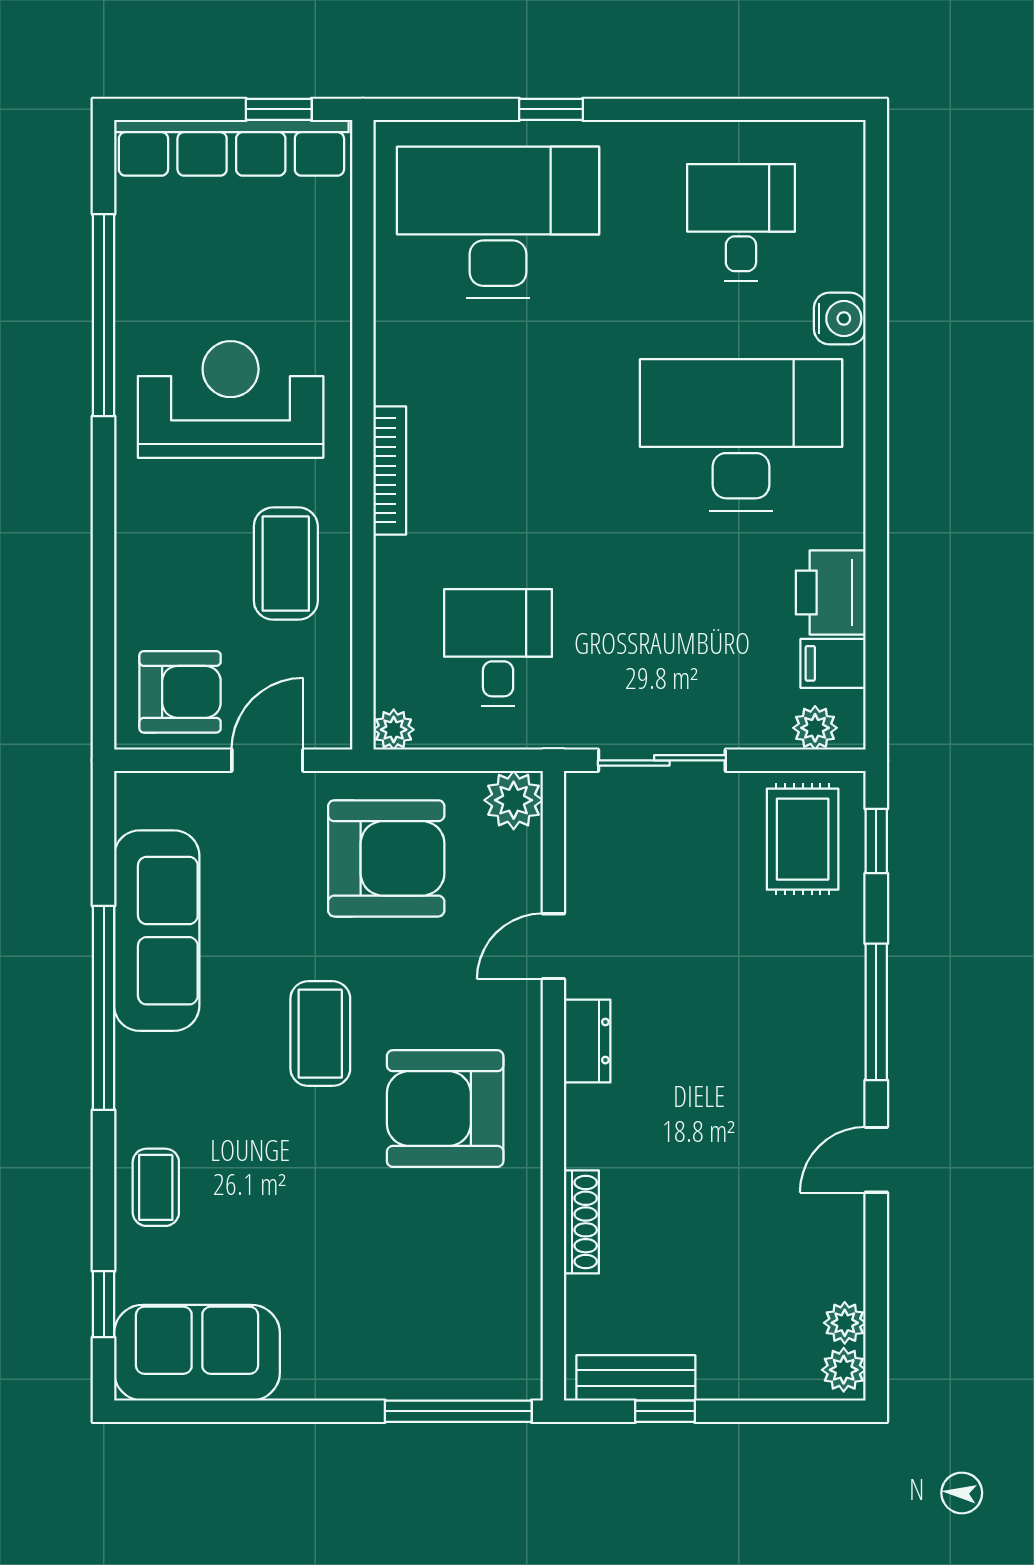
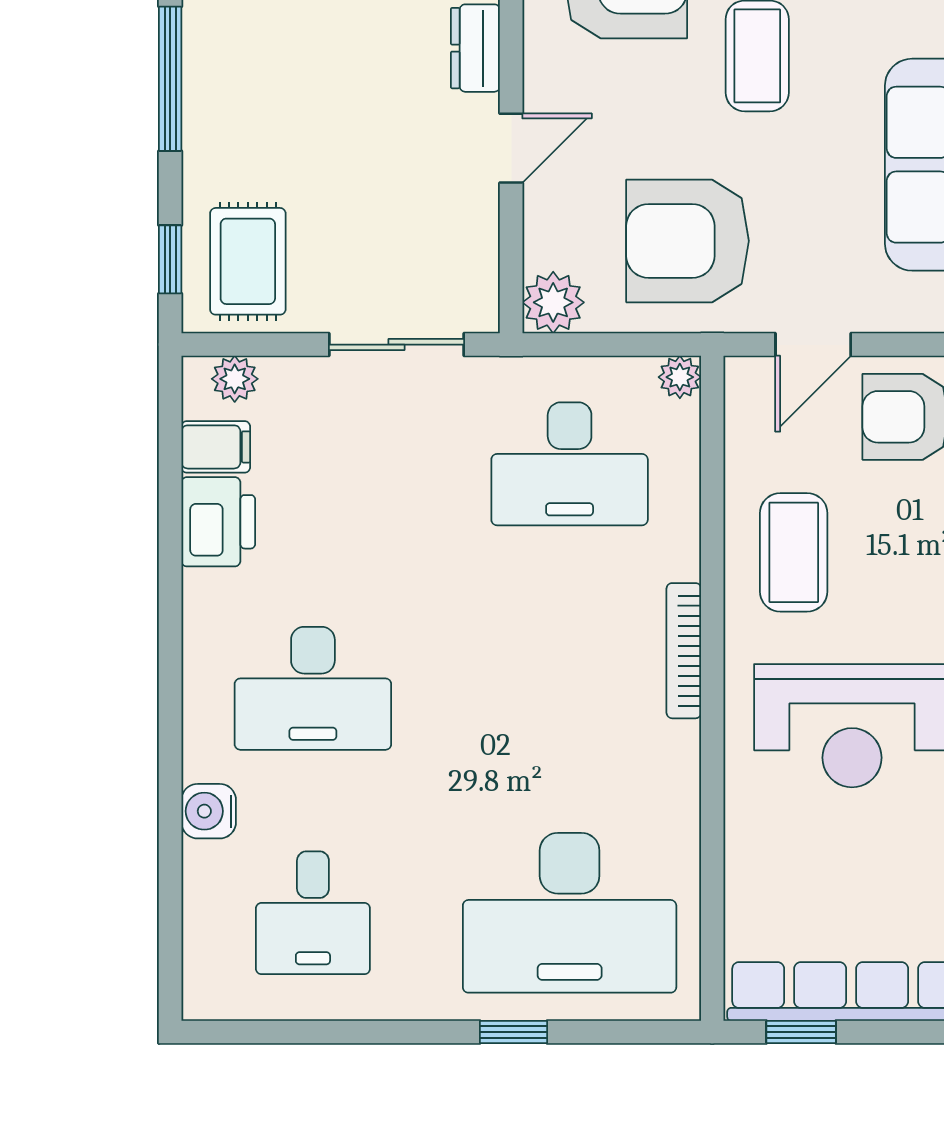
desk: (741, 435) -> (313, 688), width x0.73, depth x0.77
desk: (498, 647) -> (570, 464), width x1.37

